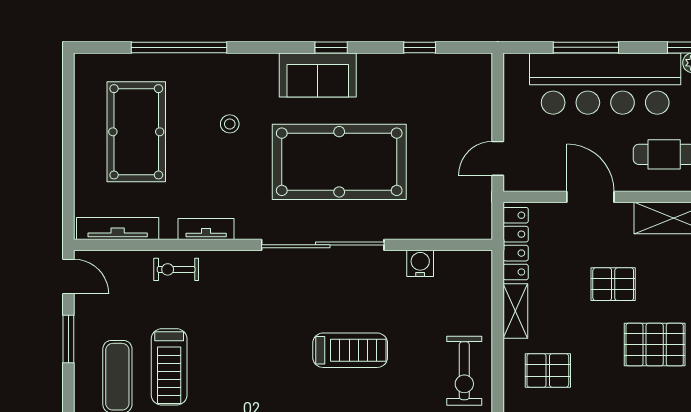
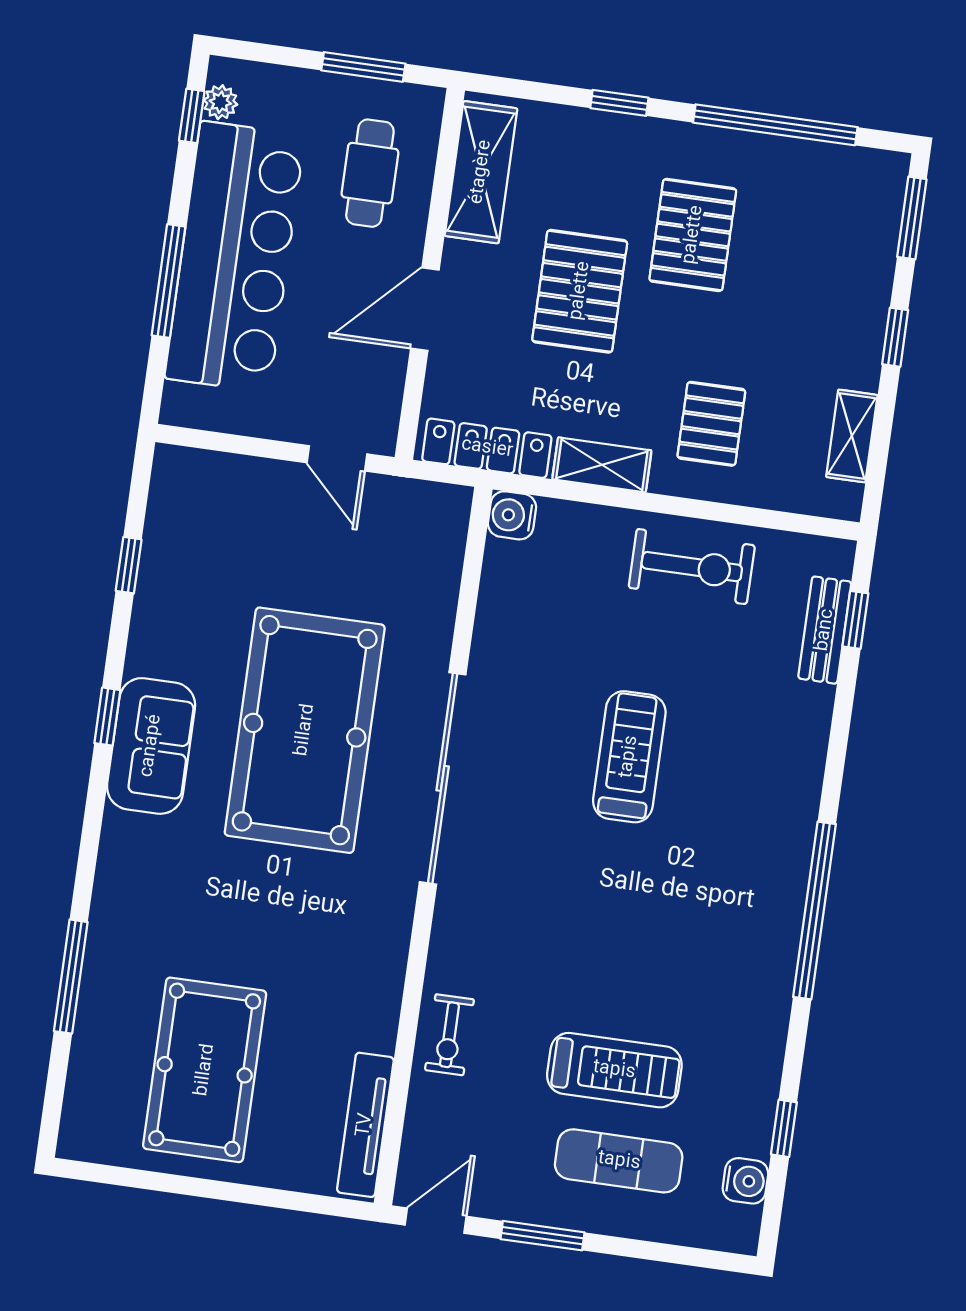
window: (179, 47) -> (71, 977), width x0.68
stool: (230, 124) -> (214, 908), removed
pool table: (136, 132) -> (205, 1070), turned 90
tv unit: (206, 229) -> (387, 974), removed
water cooler: (420, 263) -> (512, 515), moved
pallet: (613, 284) -> (580, 291), width x1.50, depth x1.42

